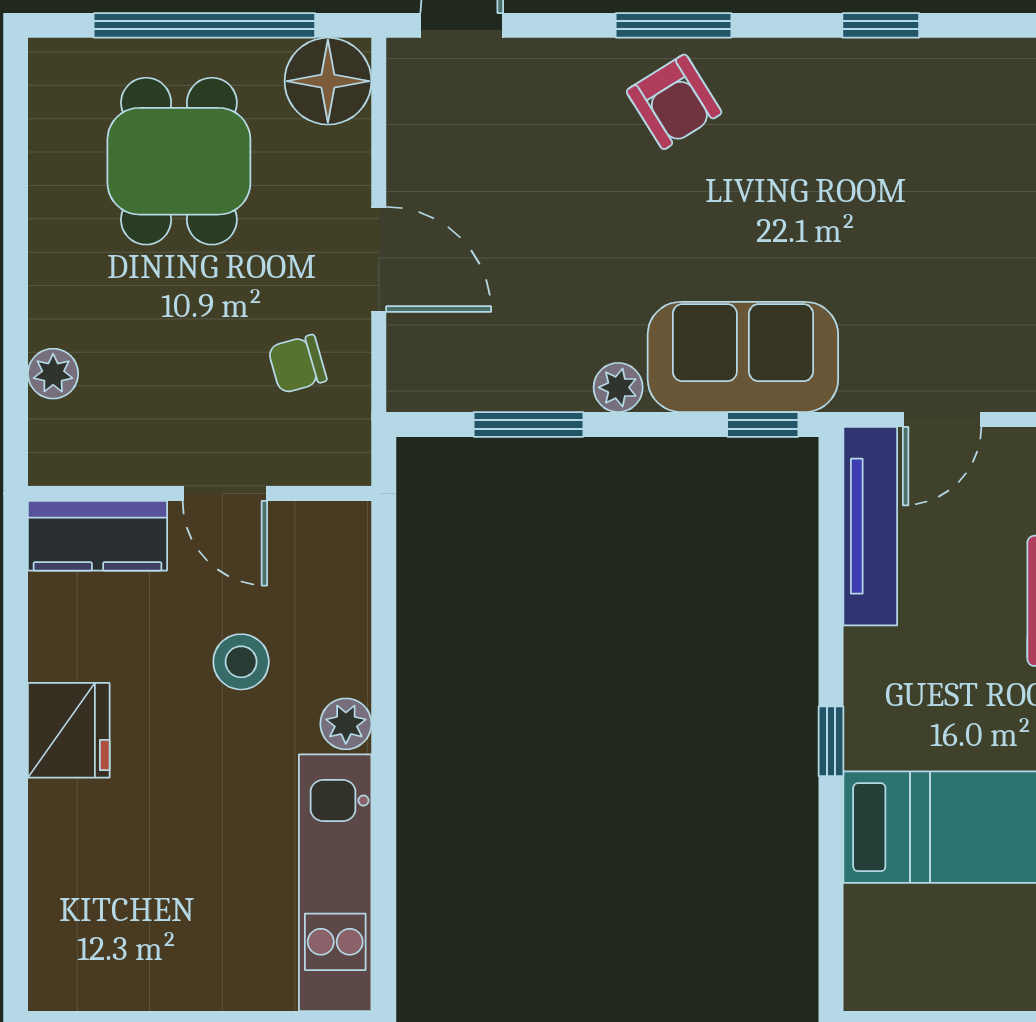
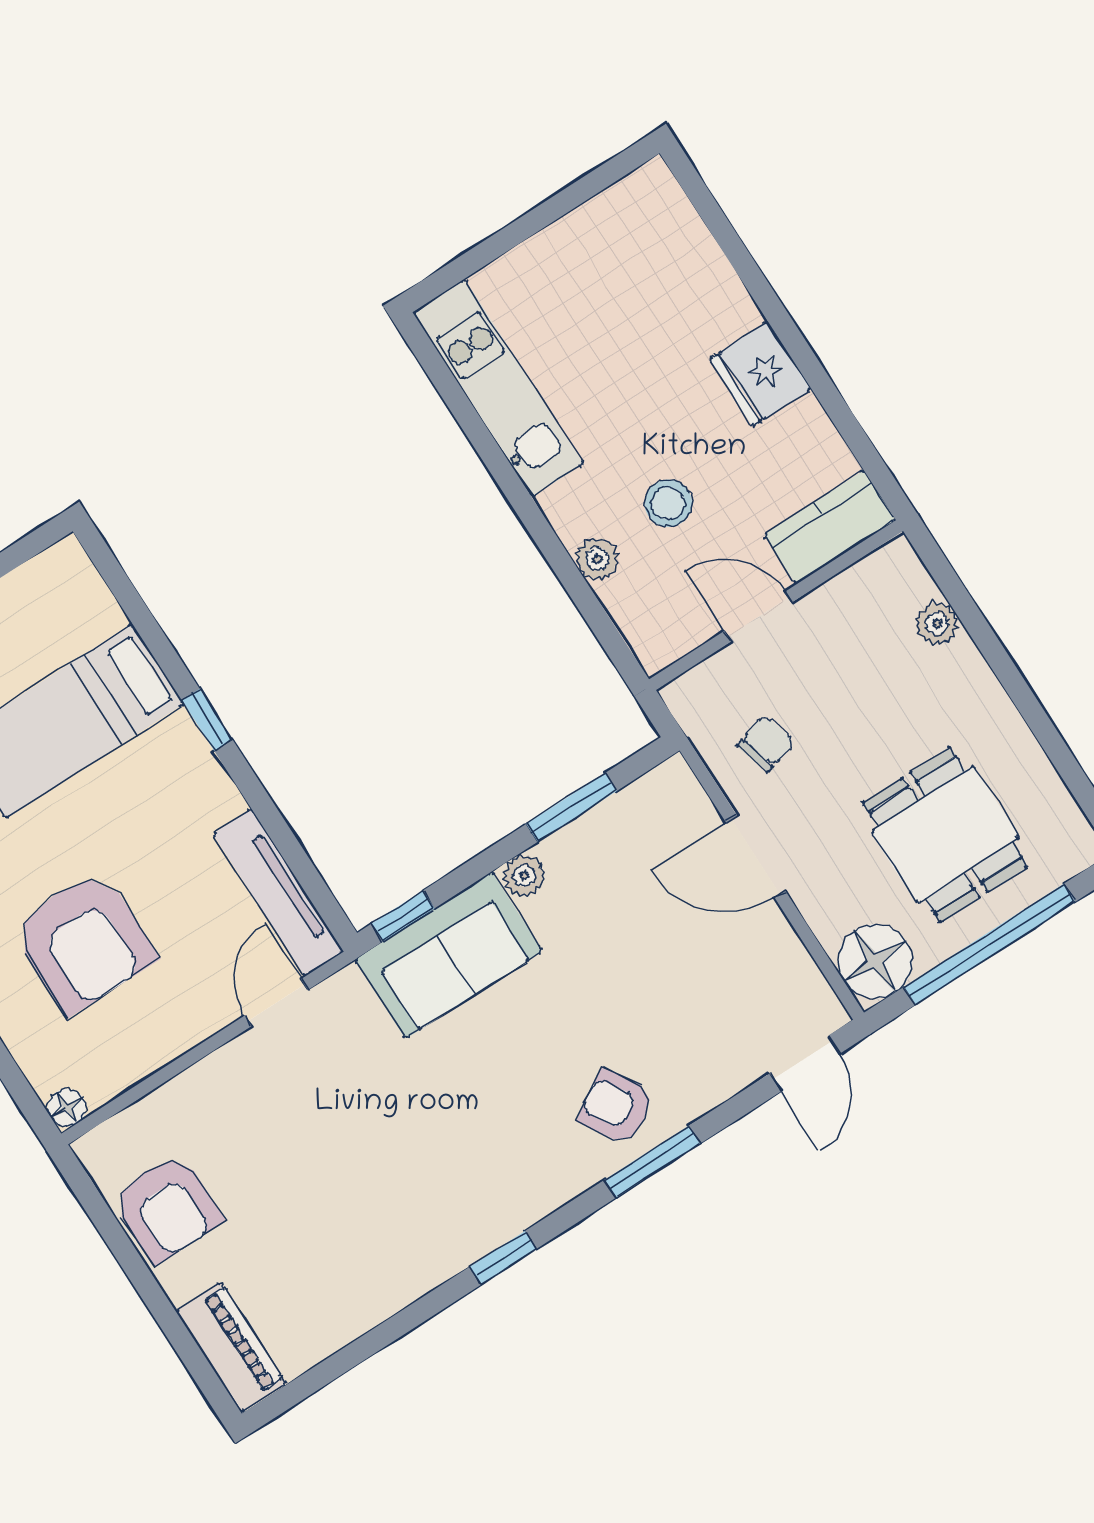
plant: (346, 724) -> (597, 559), moved

